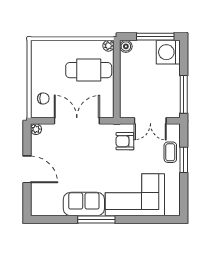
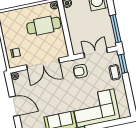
double door: (77, 121) -> (43, 64), swing flipped
double door: (150, 121) -> (96, 53), swing flipped
window: (184, 160) -> (123, 64), moved

